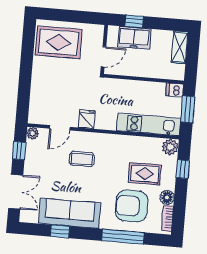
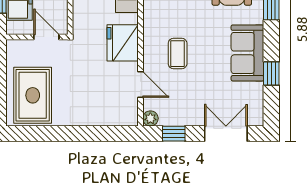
fridge: (87, 119) -> (123, 43), width x1.88, depth x1.34
sofa: (70, 213) -> (247, 53), width x0.73

